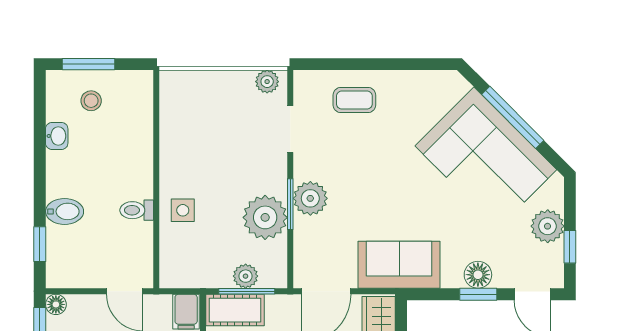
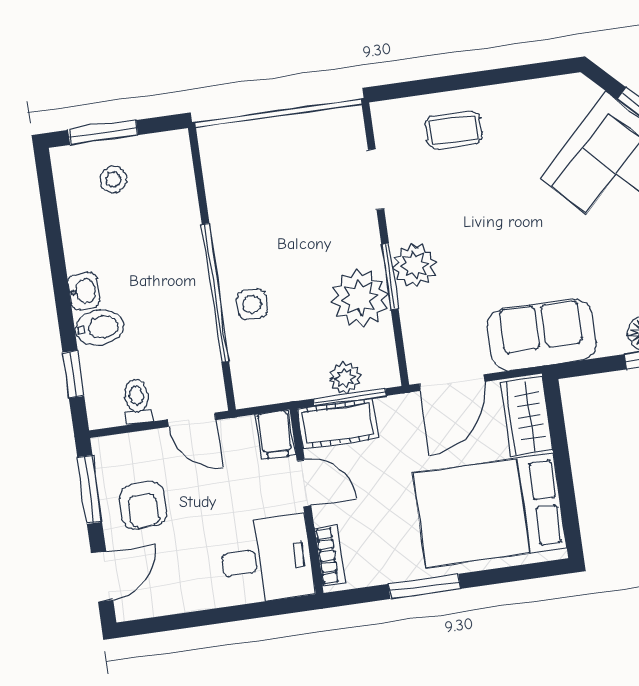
plant: (267, 82) -> (337, 122), removed
washbasin: (57, 136) -> (84, 291), moved
window: (156, 198) -> (215, 293), added
toilet: (137, 210) -> (137, 401), moved, turned 90
floor lamp: (56, 304) -> (105, 449), removed

